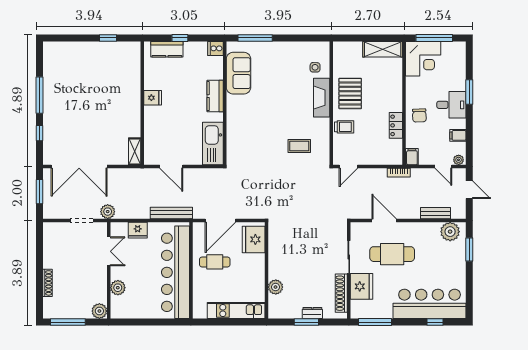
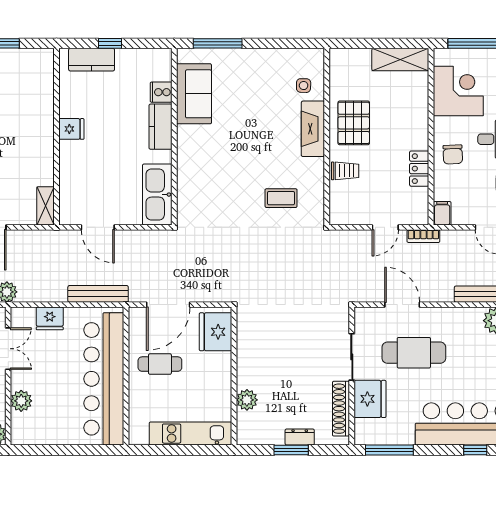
cooker: (216, 48) -> (161, 92), moved
corner desk: (423, 59) -> (458, 91), moved, turned -90
door: (348, 166) -> (385, 227), moved

